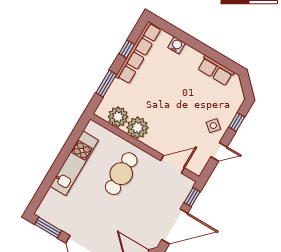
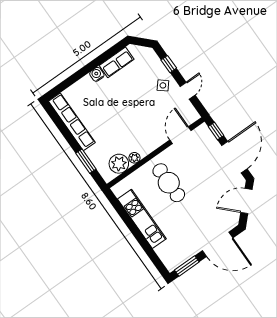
water cooler: (177, 45) -> (97, 74), moved
window: (127, 49) -> (64, 130), removed
plant: (137, 128) -> (134, 158), width x0.53, depth x0.53

